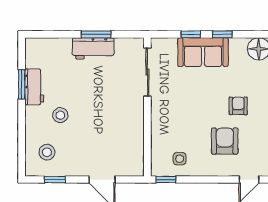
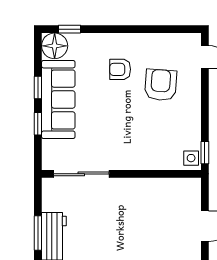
sofa: (203, 52) -> (58, 99), width x1.36
armchair: (225, 141) -> (161, 85), turned 94
side table: (180, 159) -> (191, 158), moved

